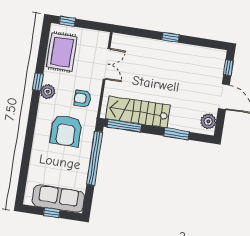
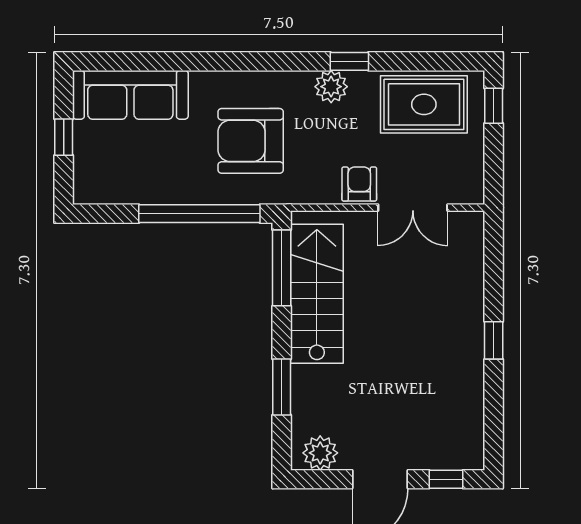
armchair: (83, 99) -> (359, 184), moved
sofa: (58, 199) -> (130, 95), moved, turned 90

